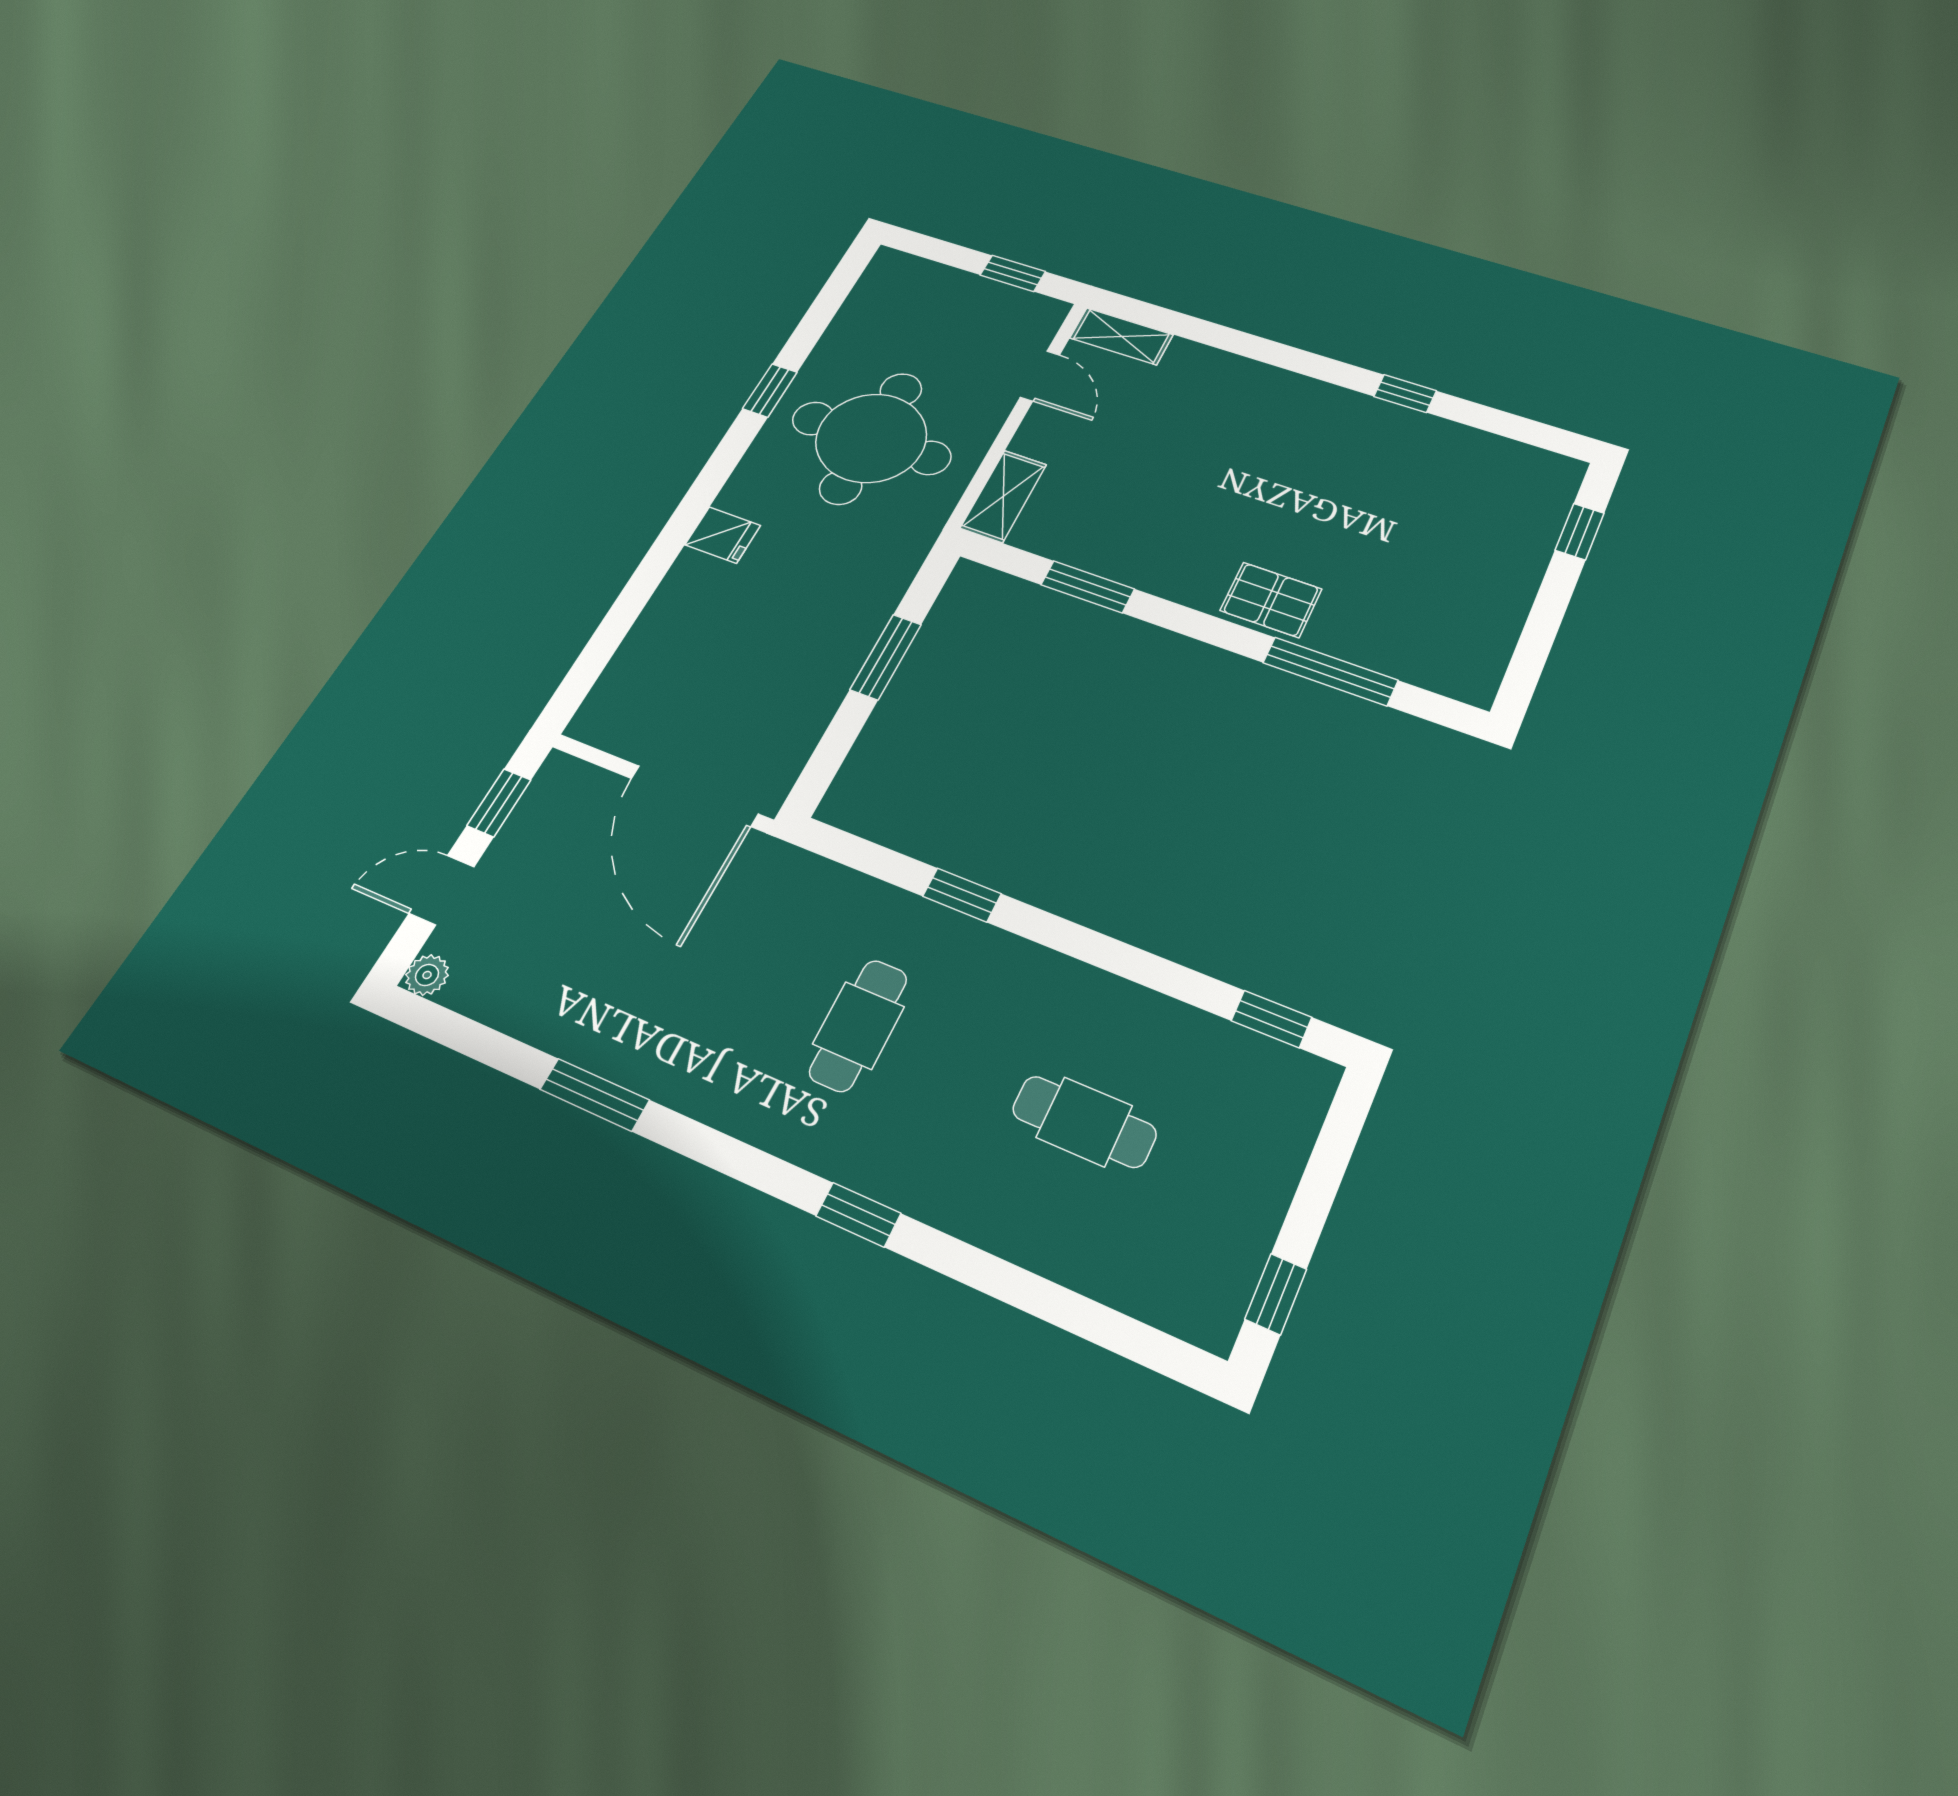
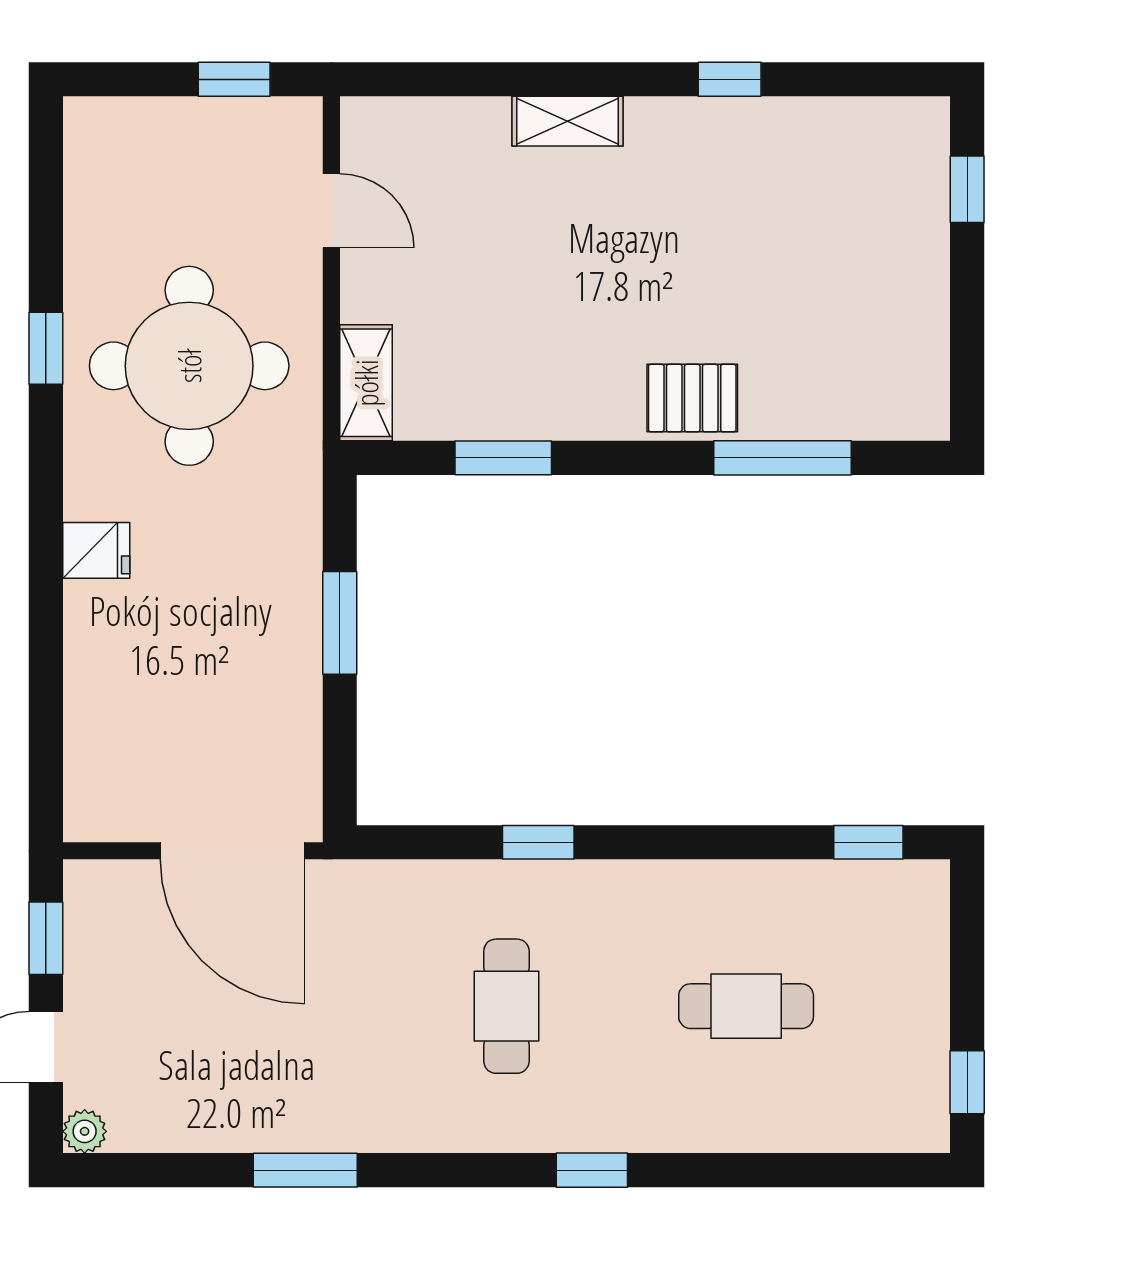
shelving: (1121, 336) -> (568, 121), moved

